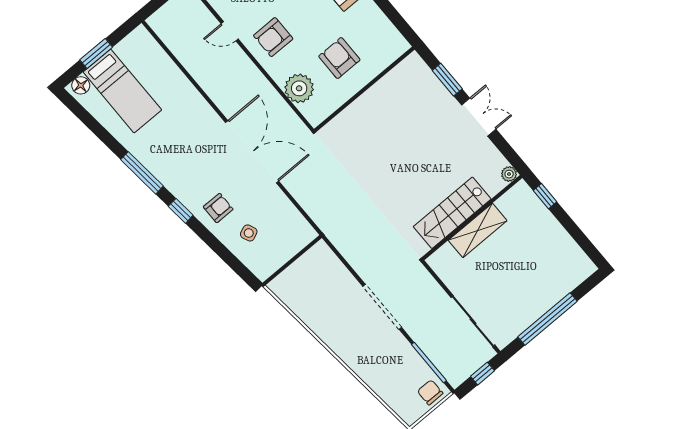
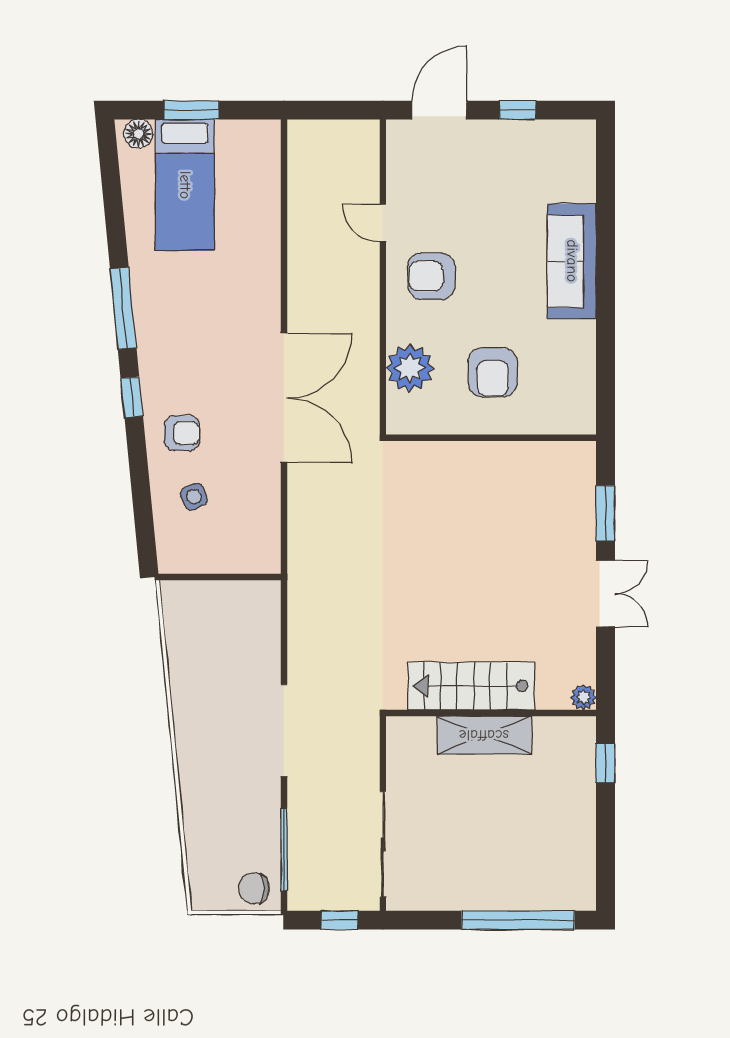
armchair: (339, 58) -> (493, 372), turned 180
window: (547, 319) -> (518, 920), moved
chair: (430, 392) -> (254, 888), turned -90

